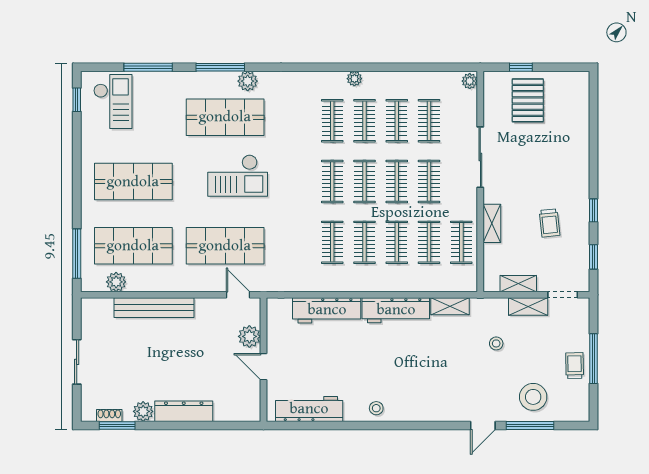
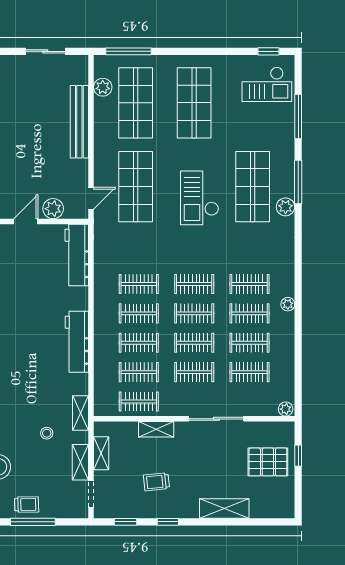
shelving: (579, 148) -> (224, 509), added
shelving: (450, 306) -> (81, 413), moved
workbench: (327, 310) -> (77, 255), moved
sliding door: (77, 362) -> (45, 51), moved

